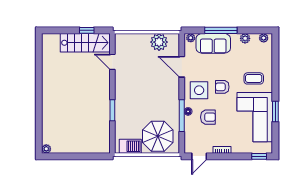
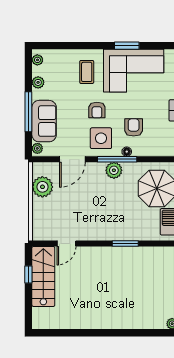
plant: (173, 101) -> (114, 170), added
window: (182, 116) -> (117, 159), moved

